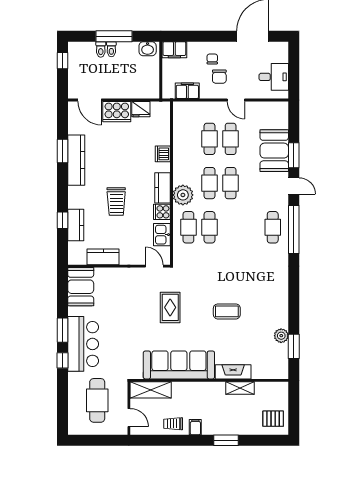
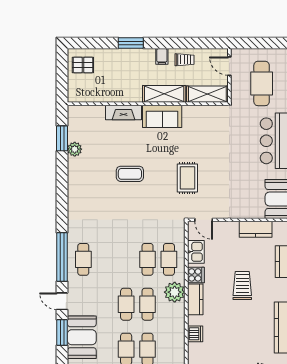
sofa: (179, 365) -> (162, 116), width x0.54, depth x0.79
shelving: (240, 388) -> (164, 94), moved, width x1.50, depth x1.33

